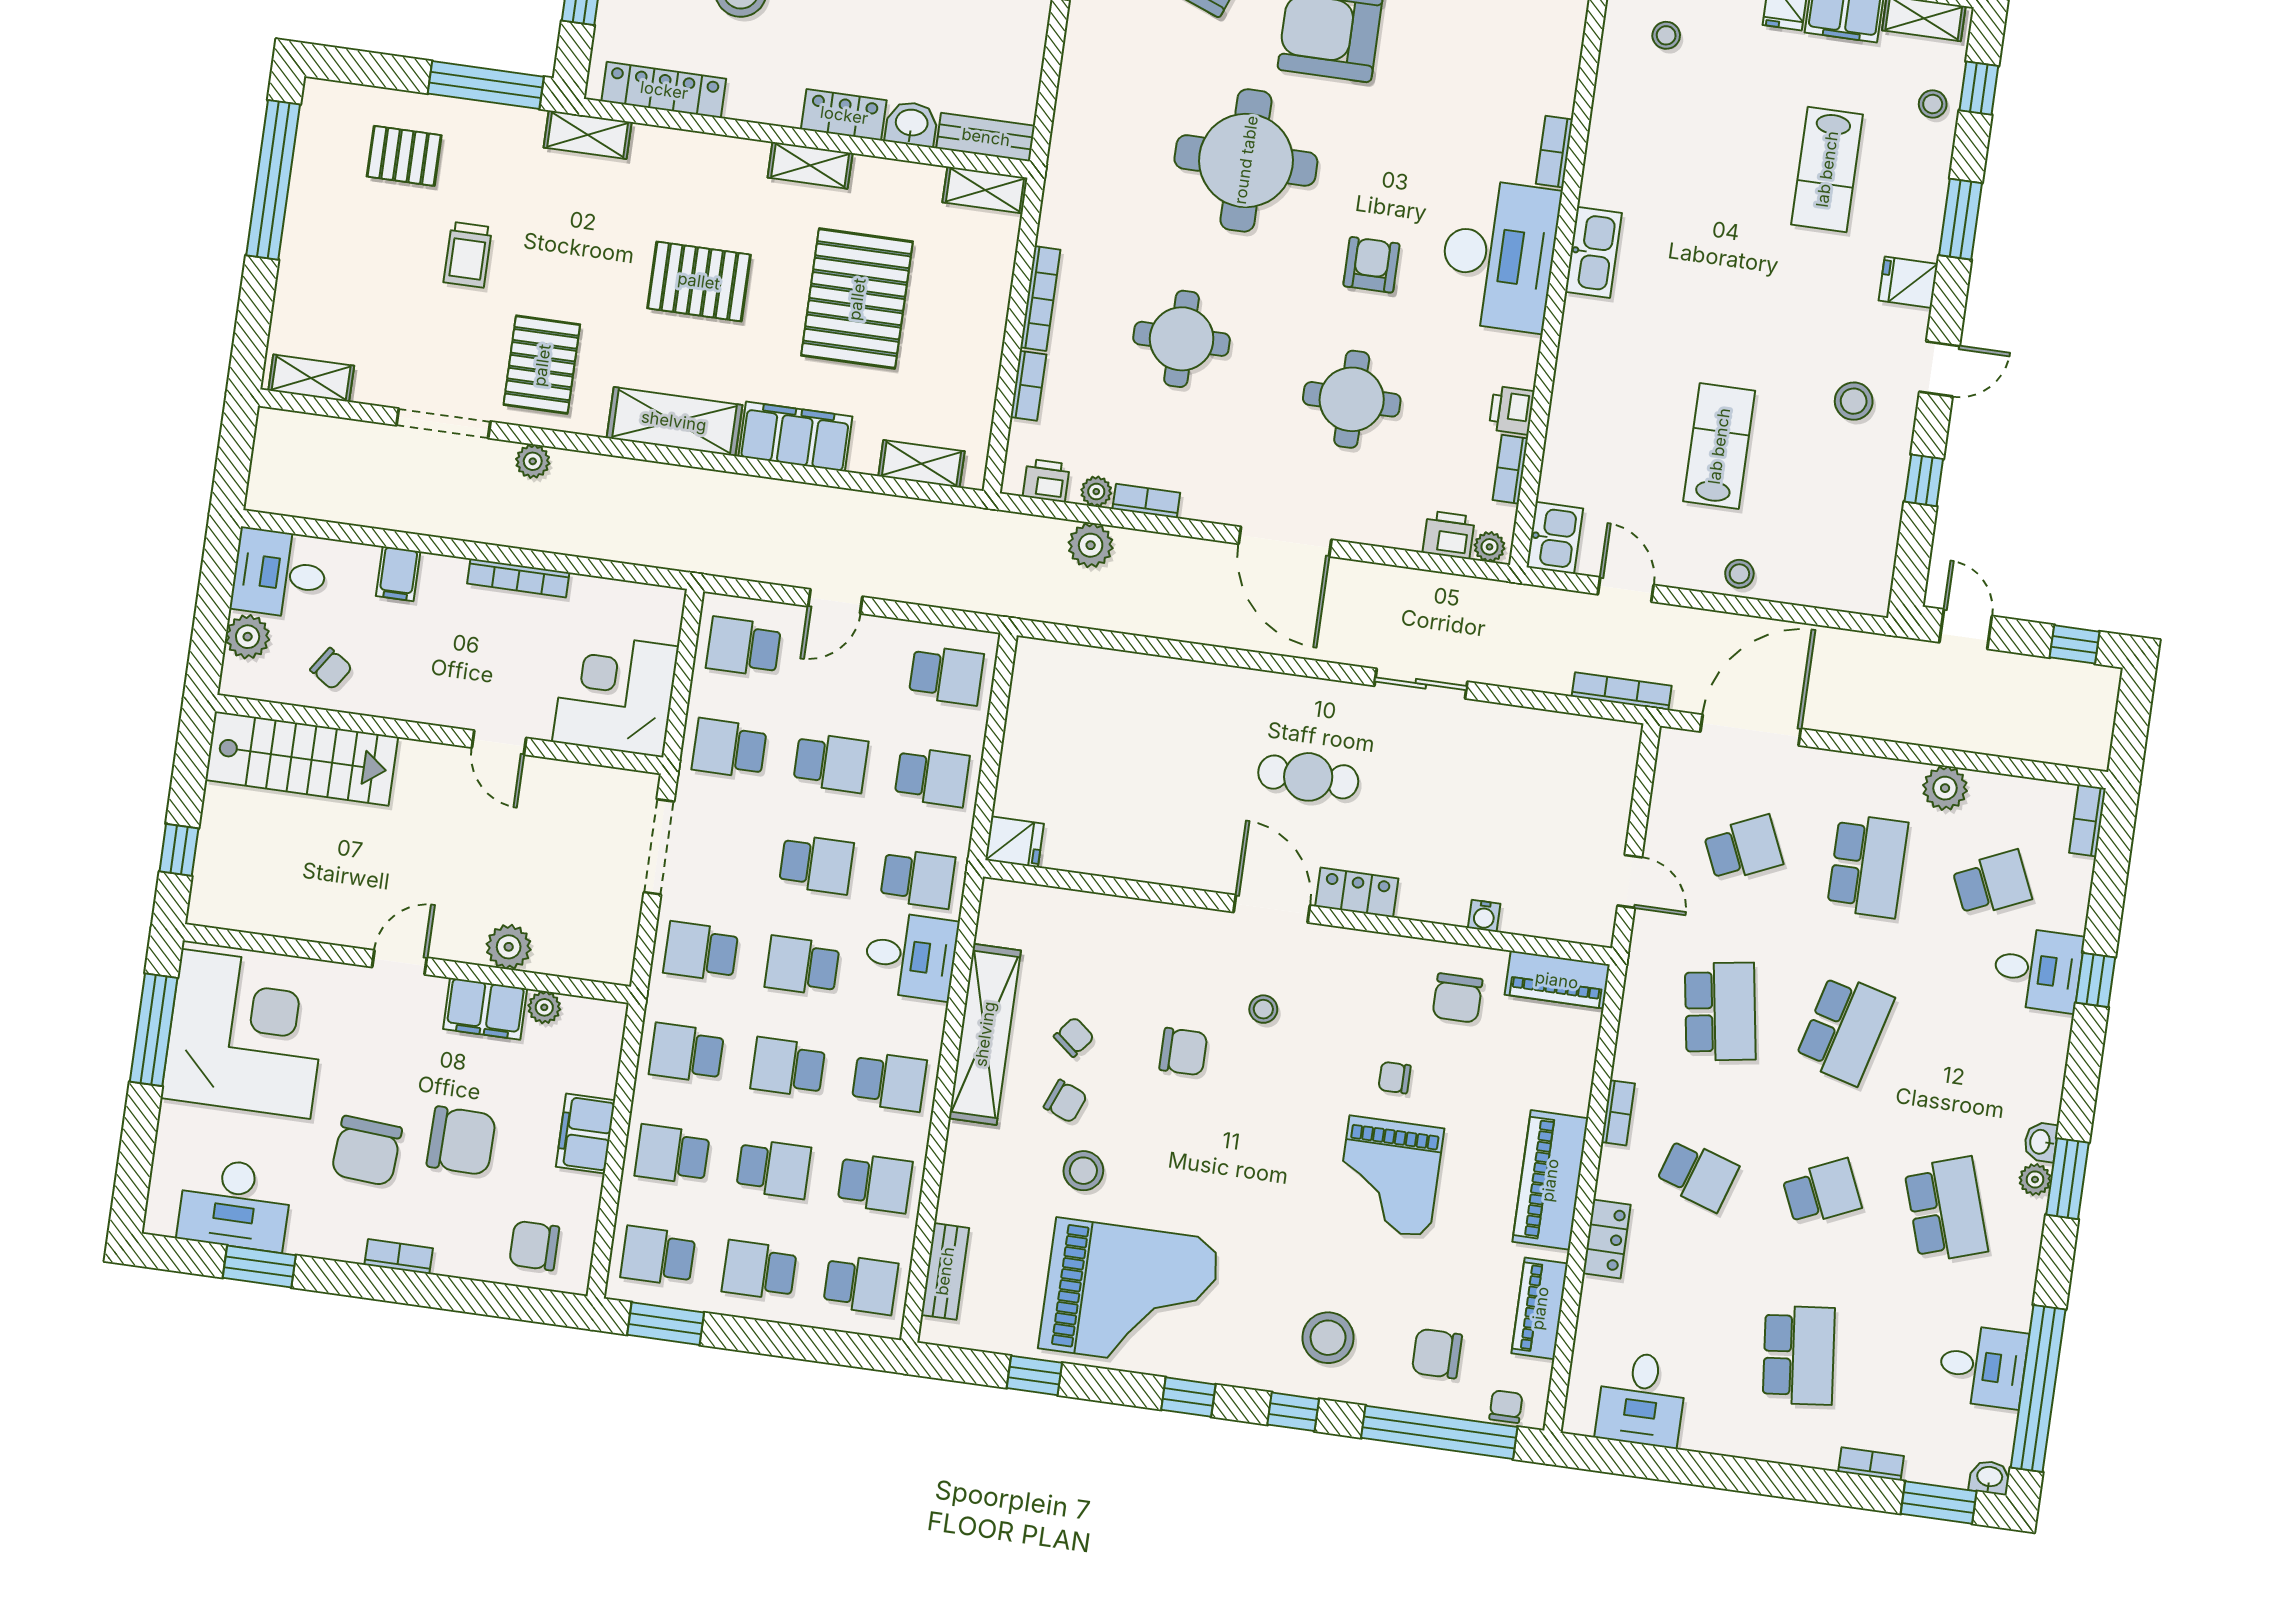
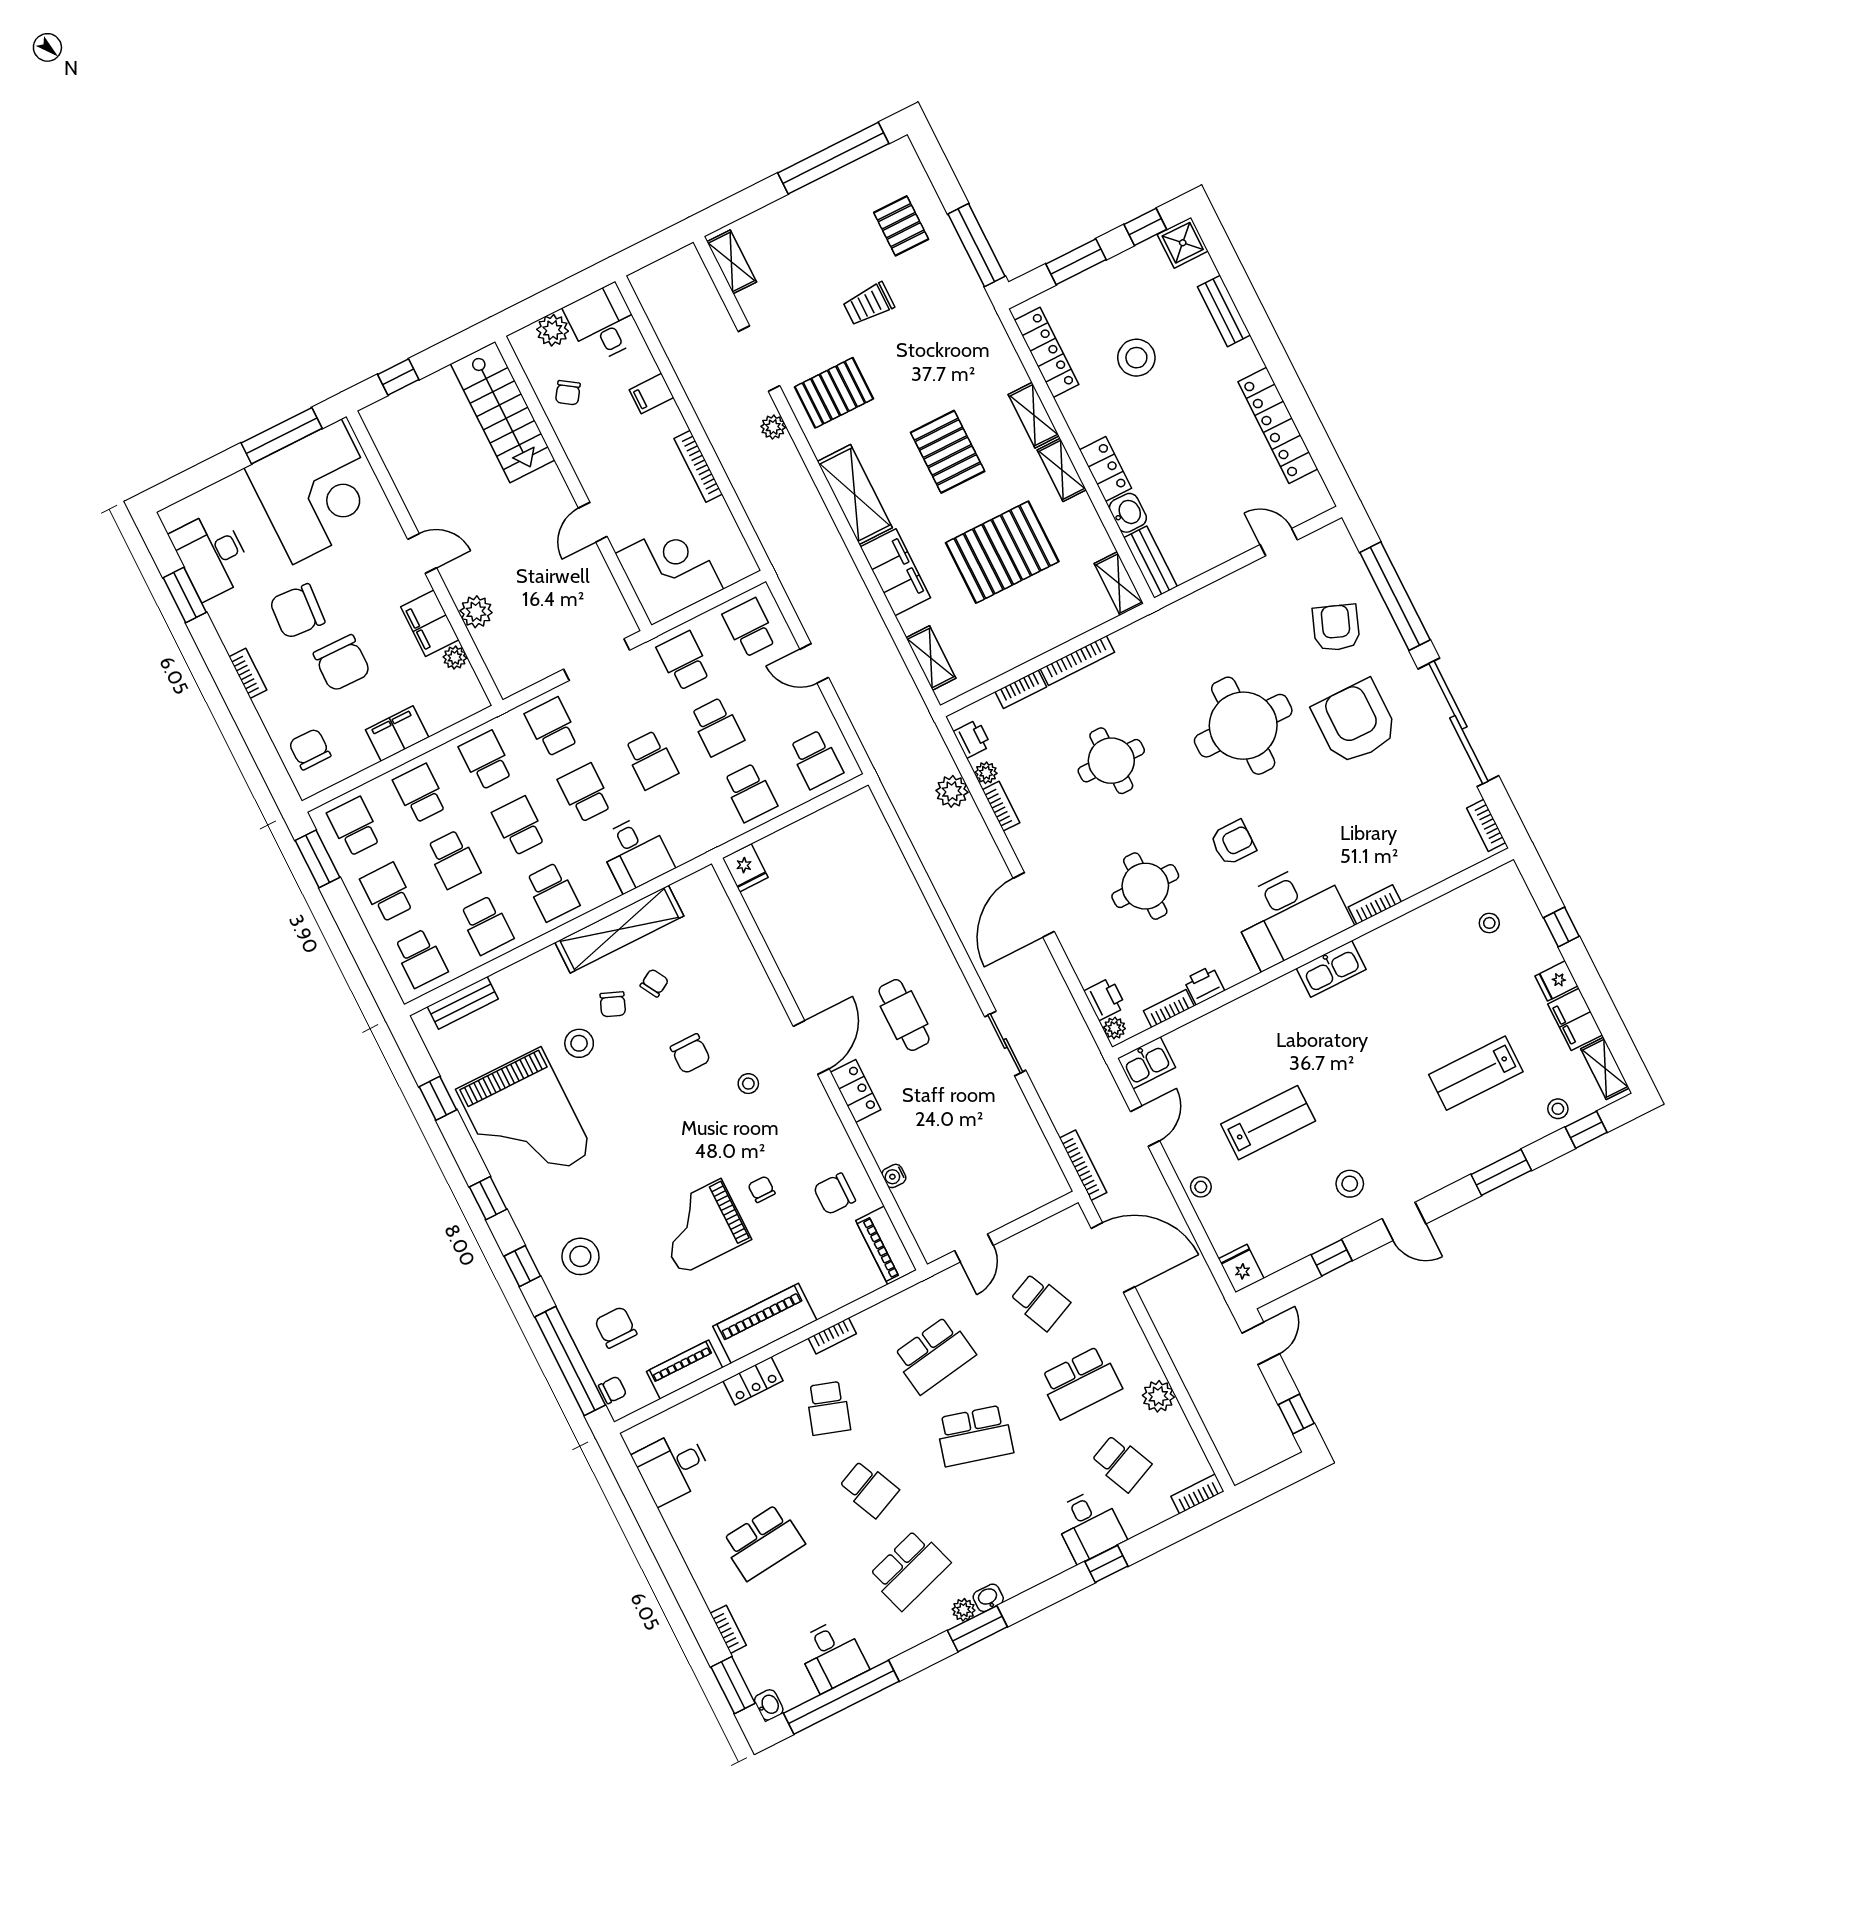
shelving: (588, 135) -> (1034, 415), moved
fridge: (1908, 282) -> (1241, 1269), moved
school desk: (918, 878) -> (684, 826), removed
chair: (1074, 1037) -> (654, 983), turned -69

